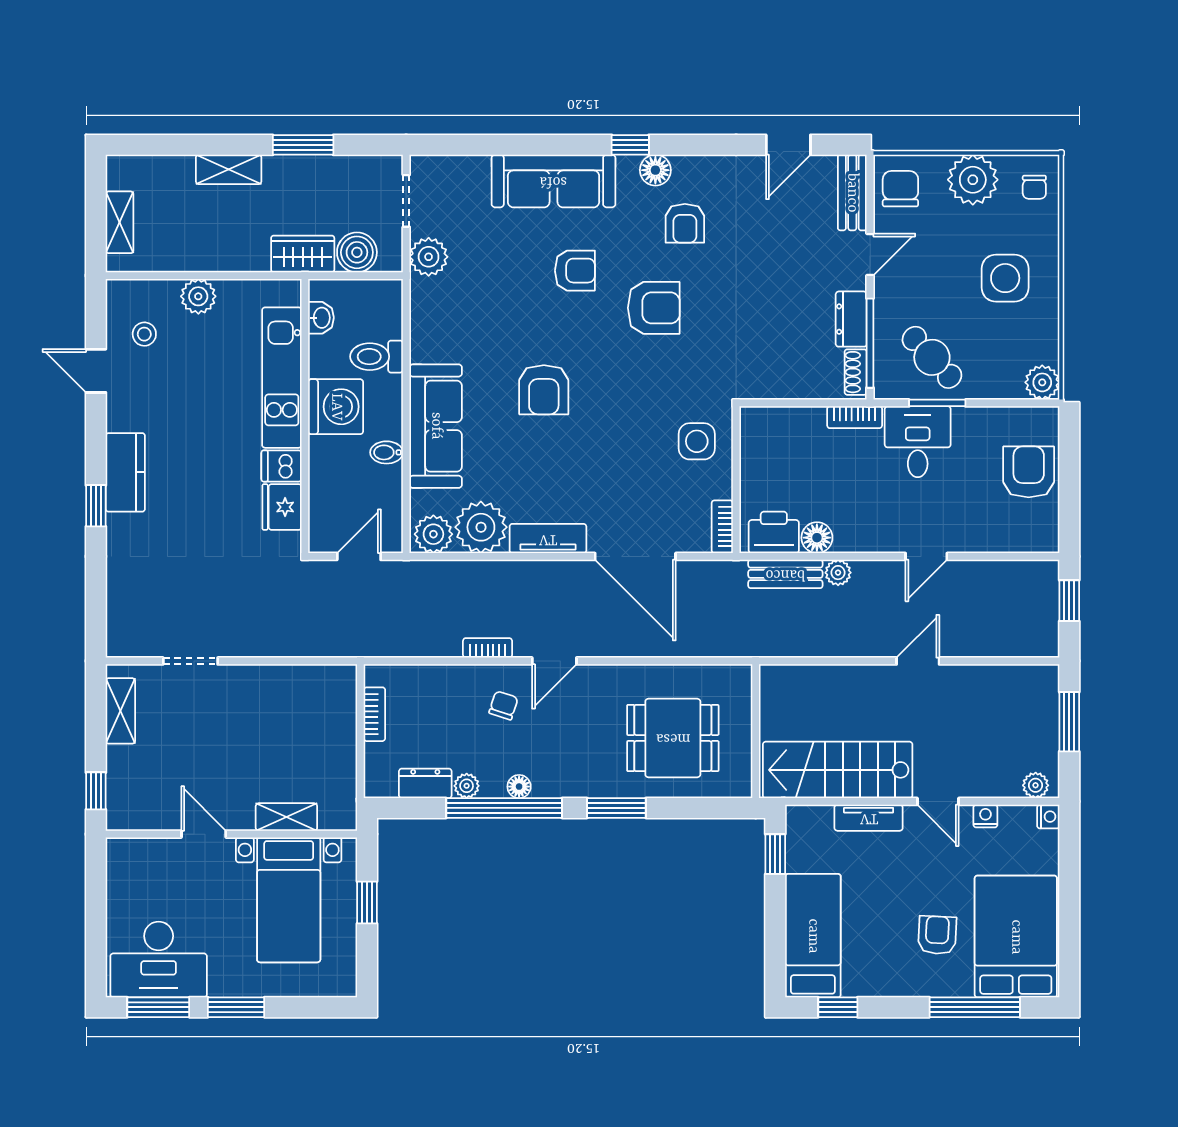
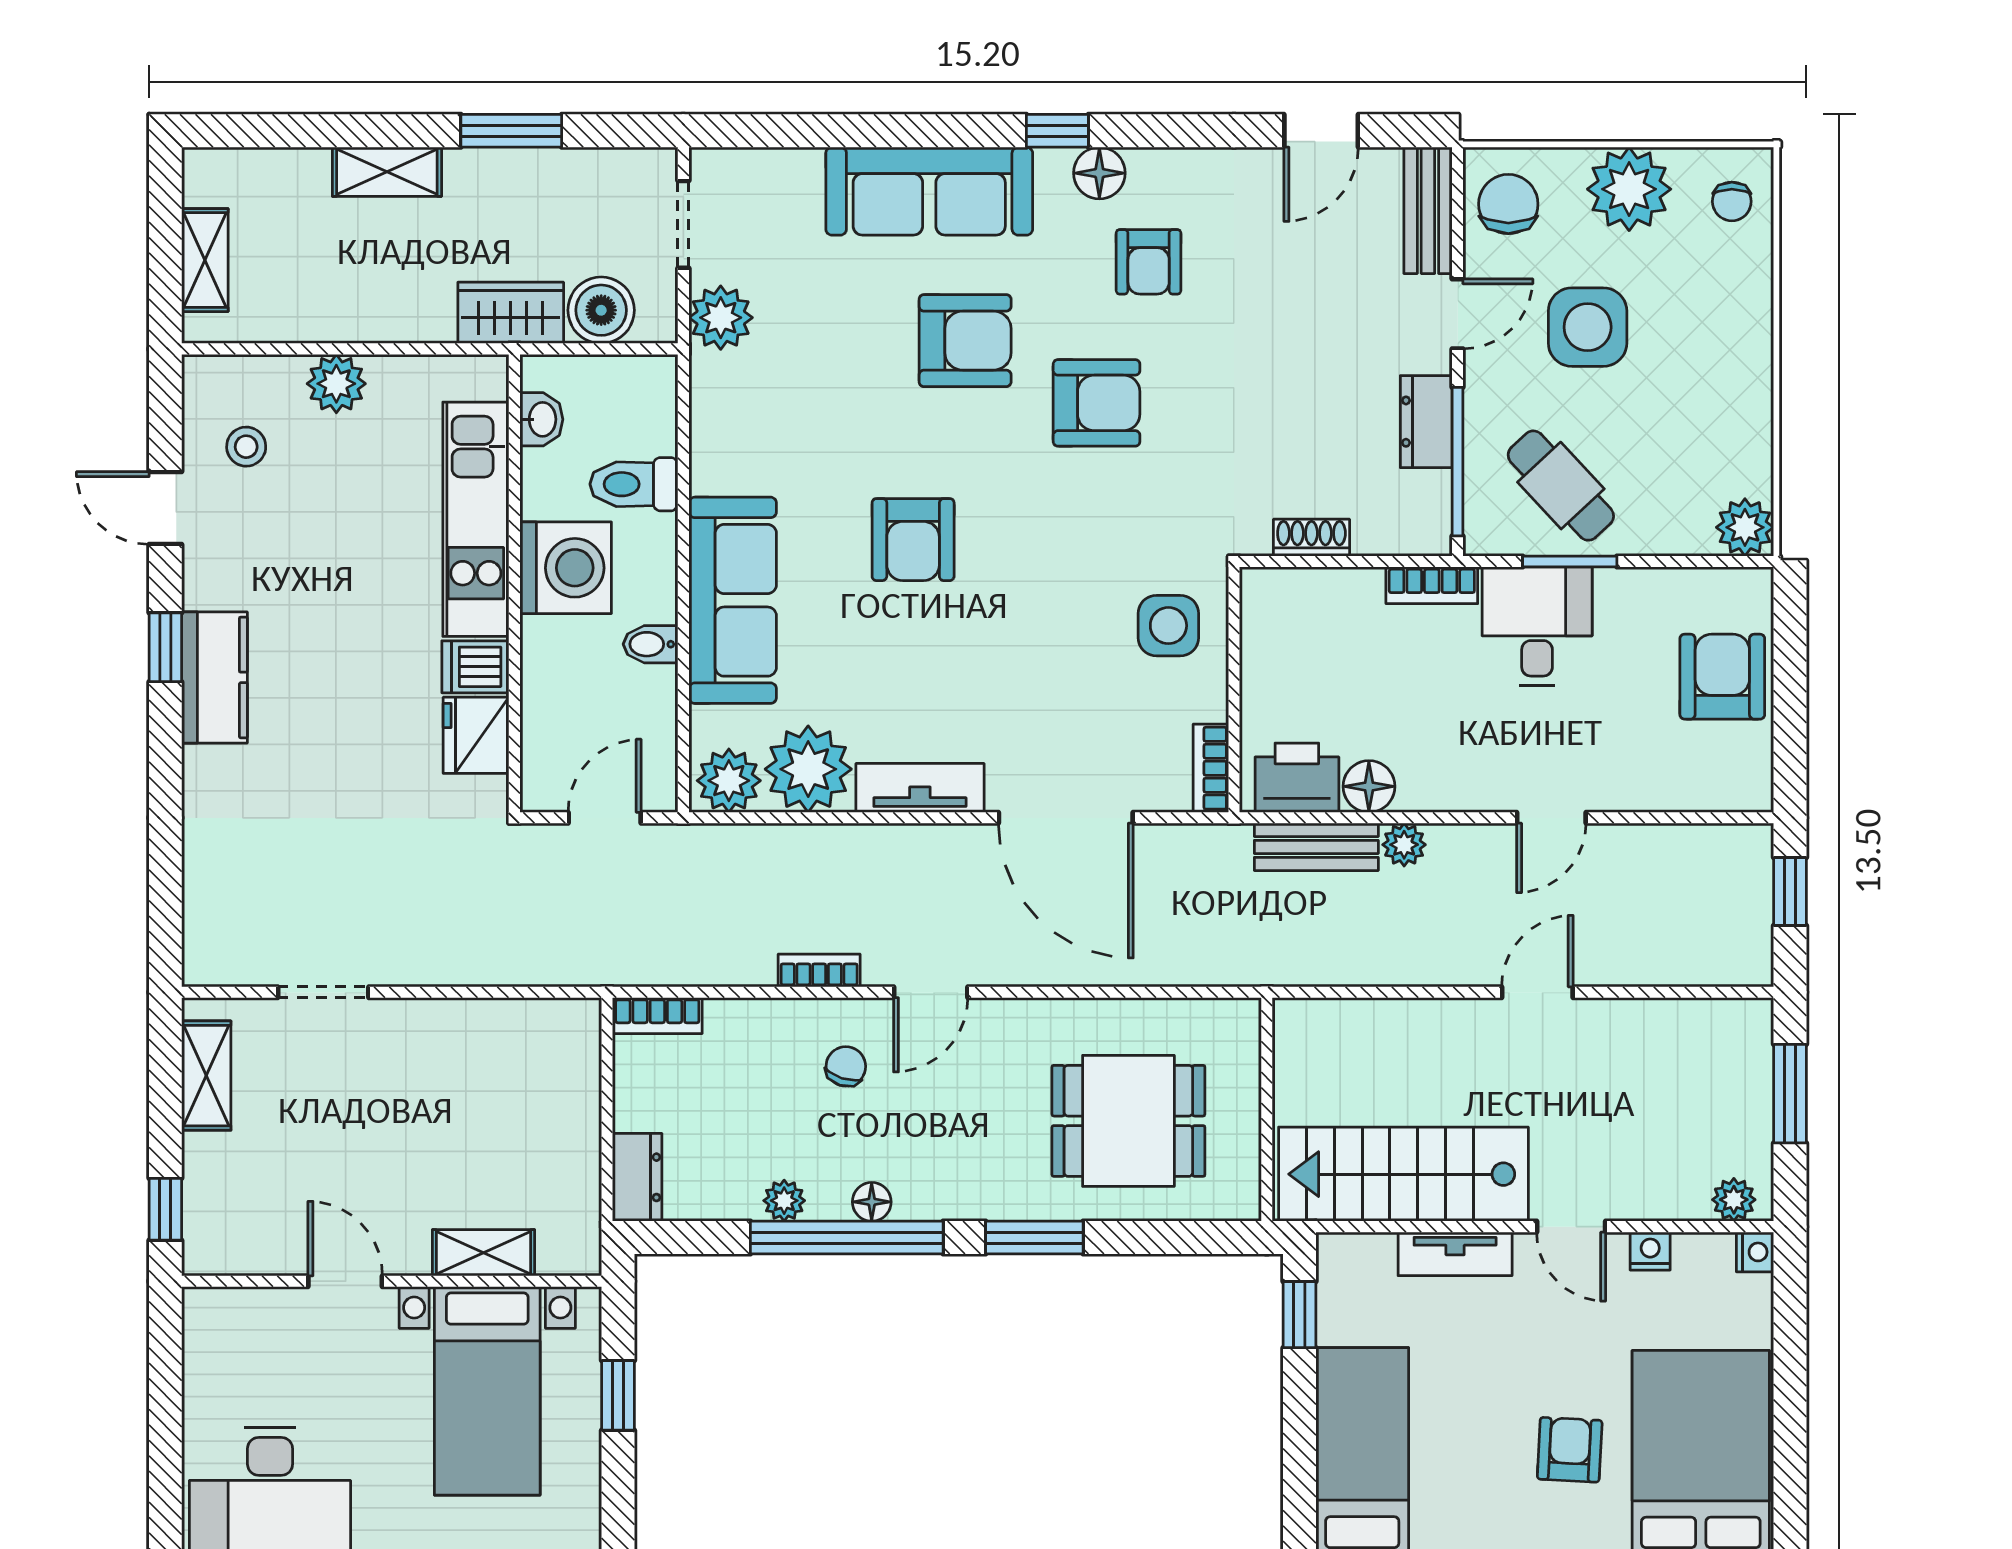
armchair: (575, 271) -> (965, 341), width x1.38, depth x1.38
side table: (1005, 278) -> (1588, 327), moved
shoe rack: (856, 372) -> (1311, 538), moved, turned 90
window: (96, 506) -> (165, 647), moved
bookcase: (374, 714) -> (657, 1016), moved, turned 90
dresser: (425, 783) -> (637, 1177), moved, turned 90

